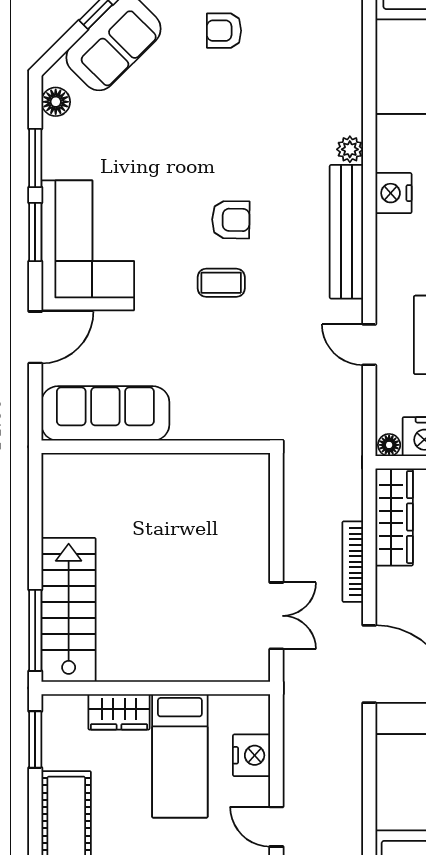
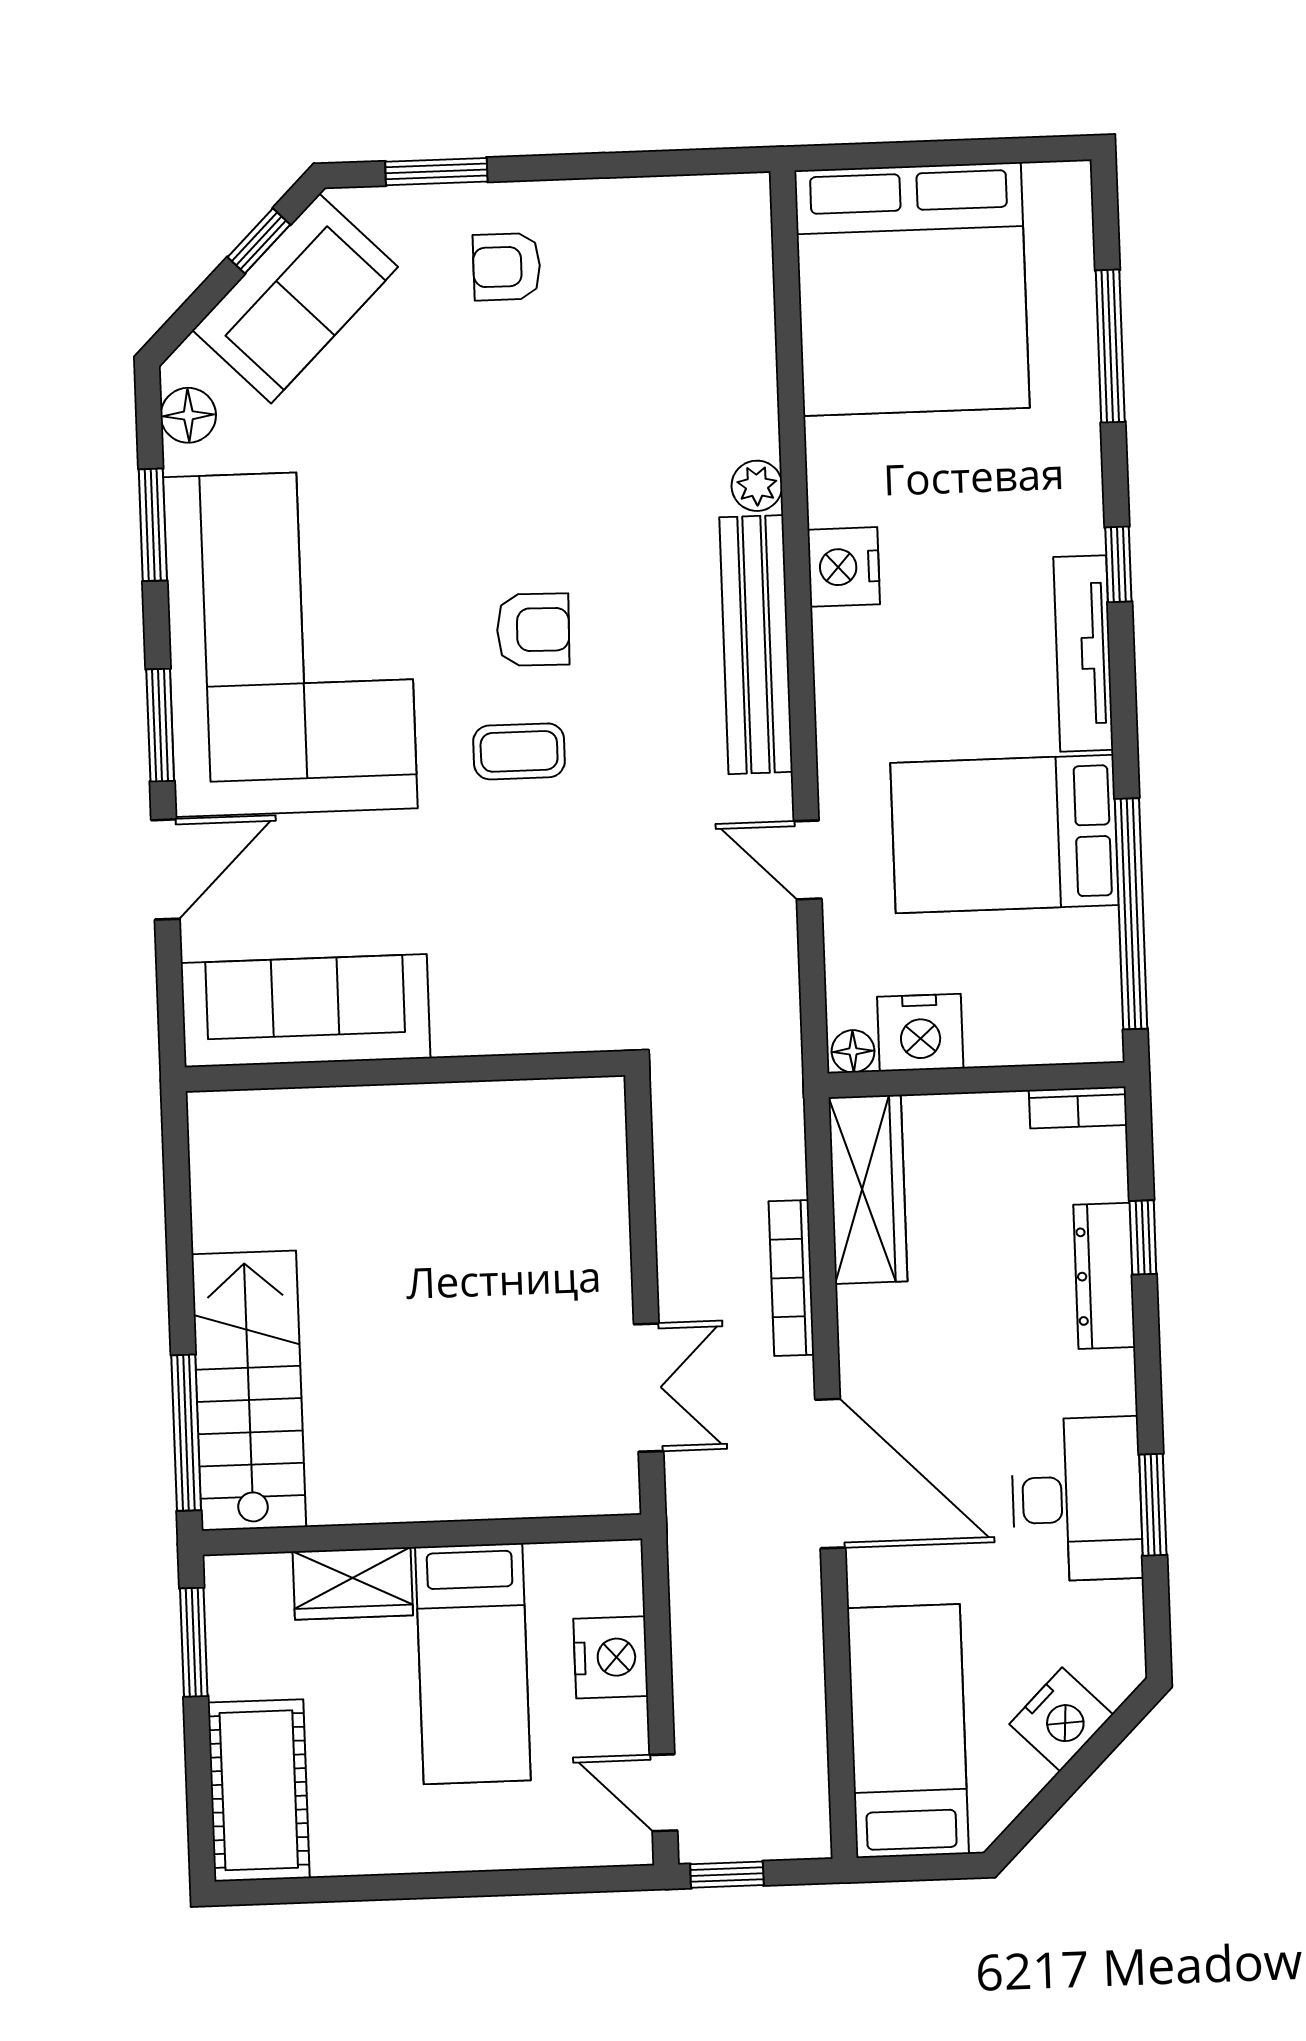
window: (35, 232) -> (160, 725), moved
corner sofa: (88, 245) -> (290, 643), width x1.36, depth x1.36

